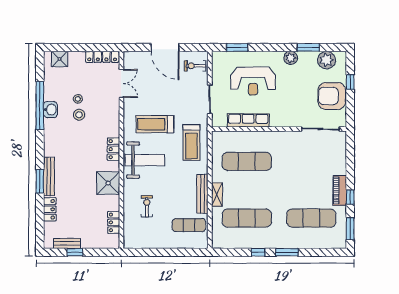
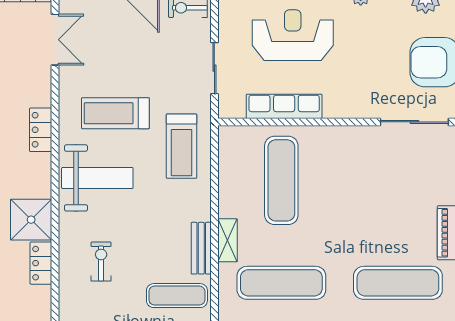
reception desk: (253, 81) -> (293, 35), turned 180
locker: (113, 149) -> (41, 130), moved
exercise mat: (247, 161) -> (281, 180), turned 90
bench: (202, 194) -> (201, 248), width x0.73
locker: (114, 222) -> (41, 263), moved

